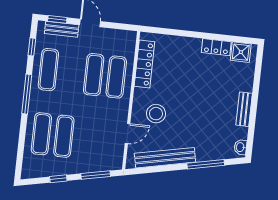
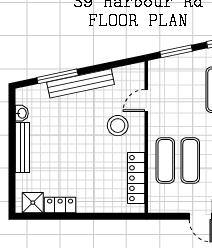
bench: (244, 109) -> (22, 148), width x1.36
washbasin: (240, 147) -> (22, 113), moved
bench: (165, 158) -> (81, 83), moved

